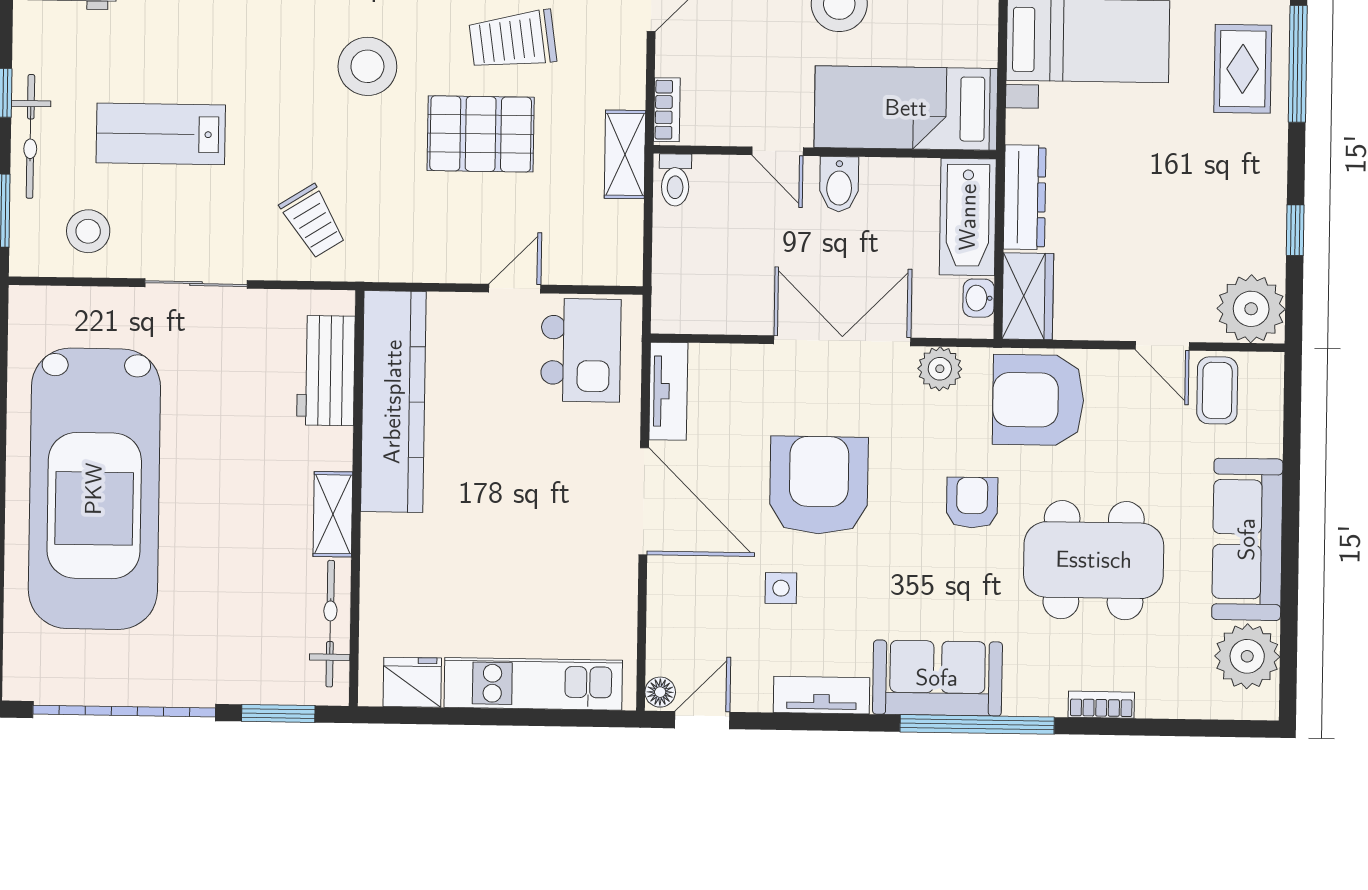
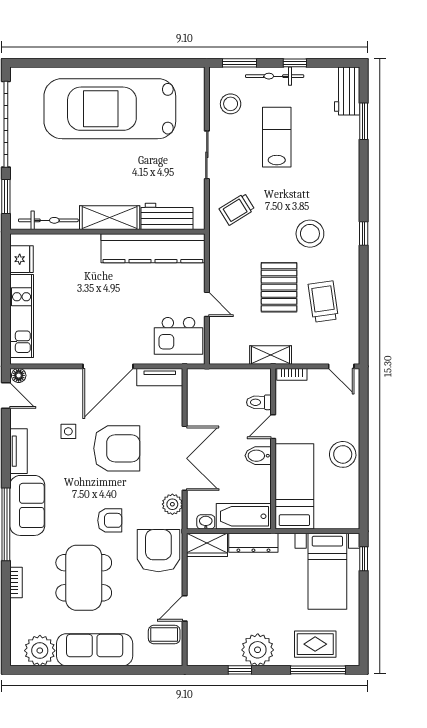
toilet: (675, 180) -> (259, 402), moved
plant: (1251, 309) -> (258, 650), moved
shelving: (333, 514) -> (110, 218), width x1.50, depth x1.33

